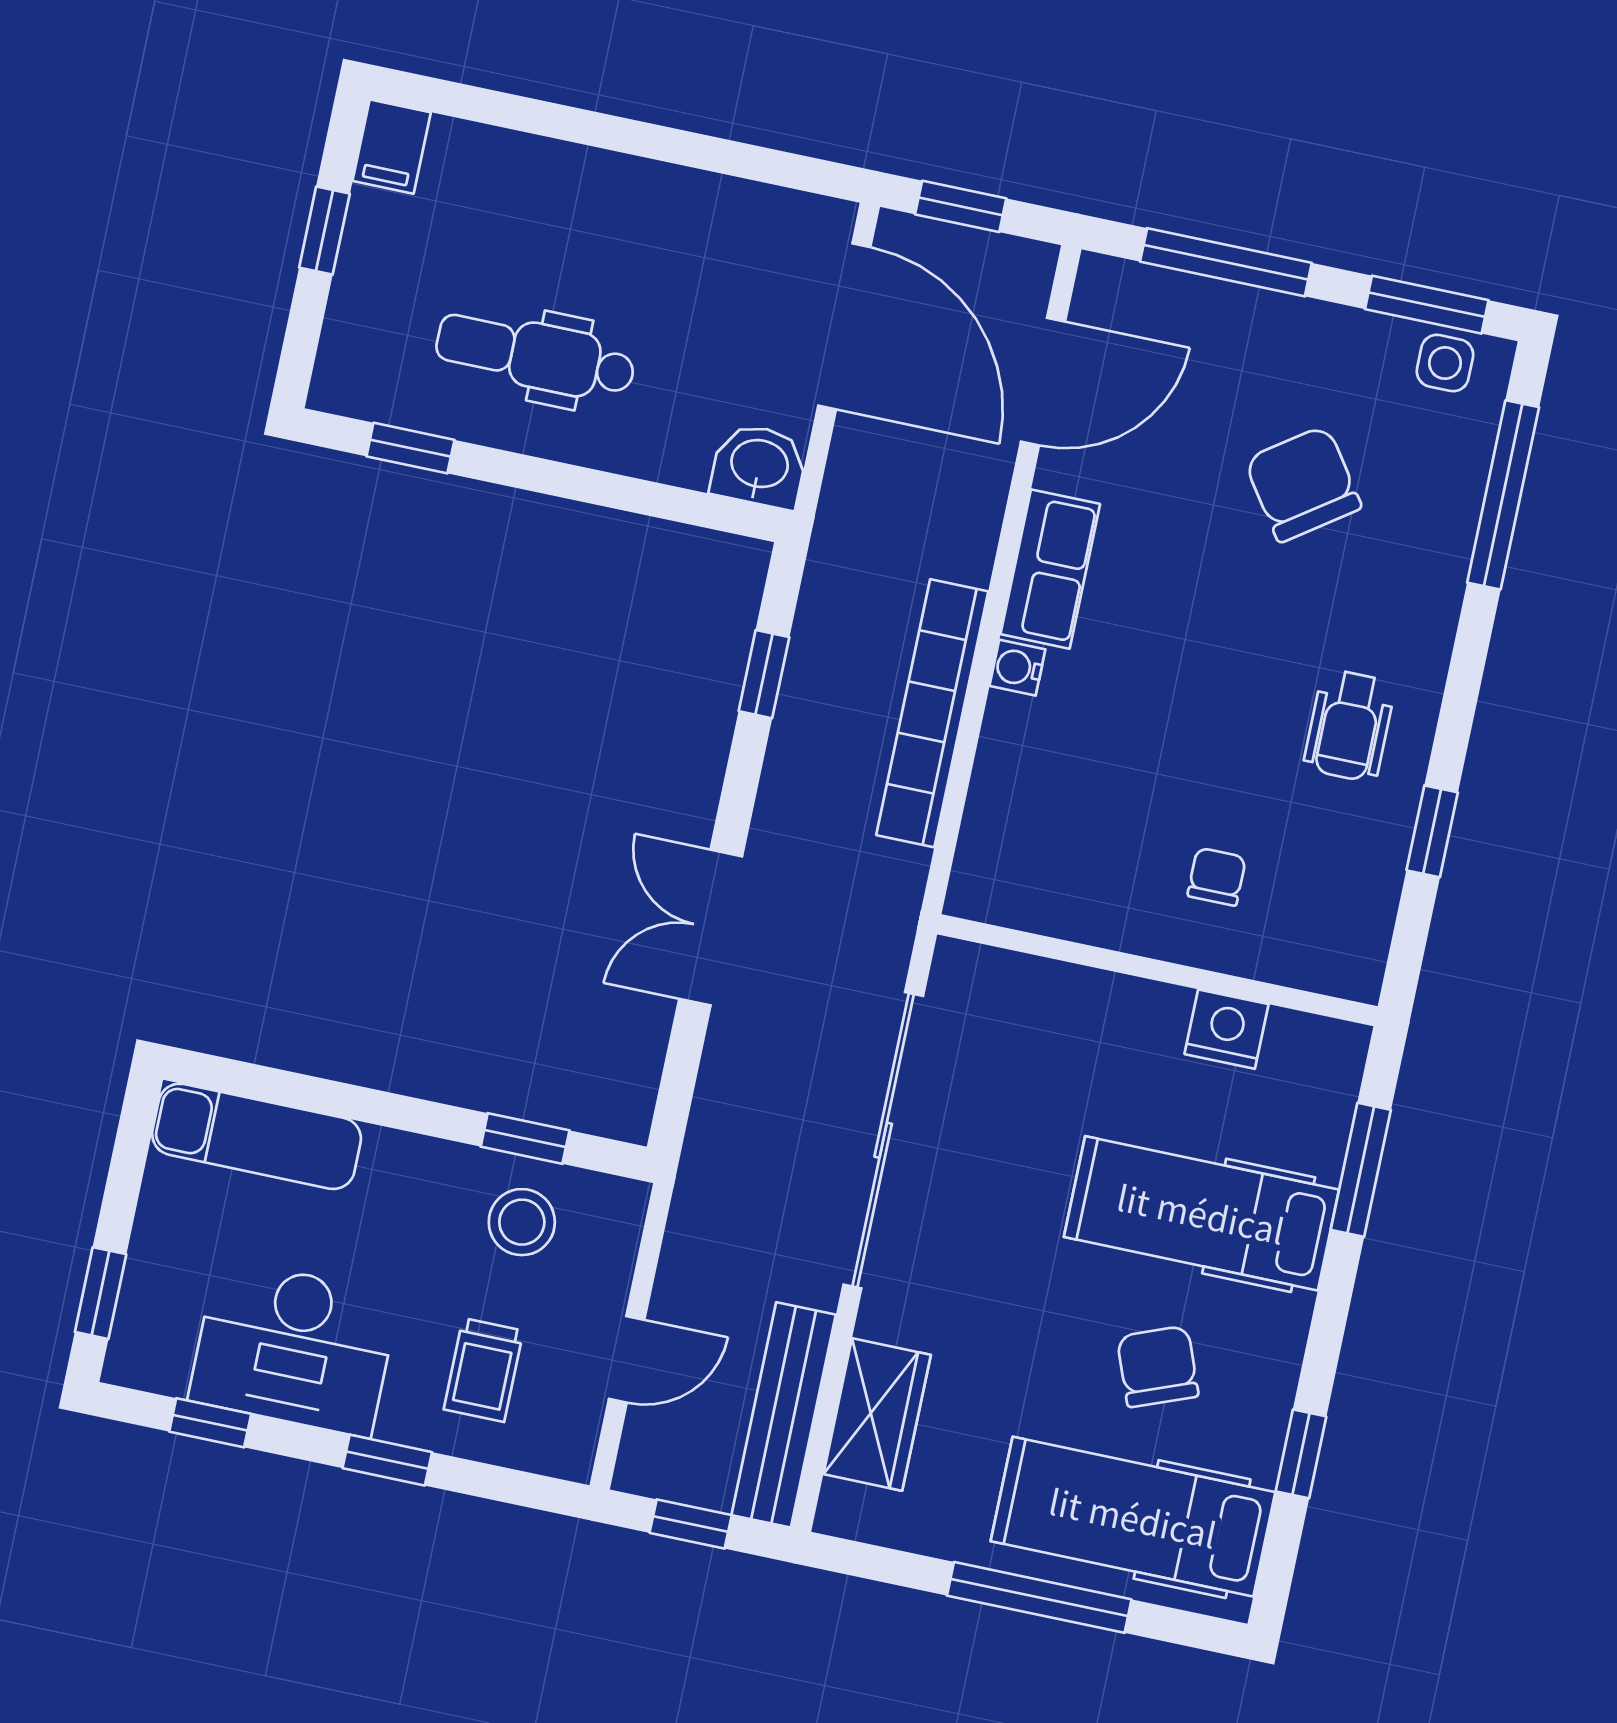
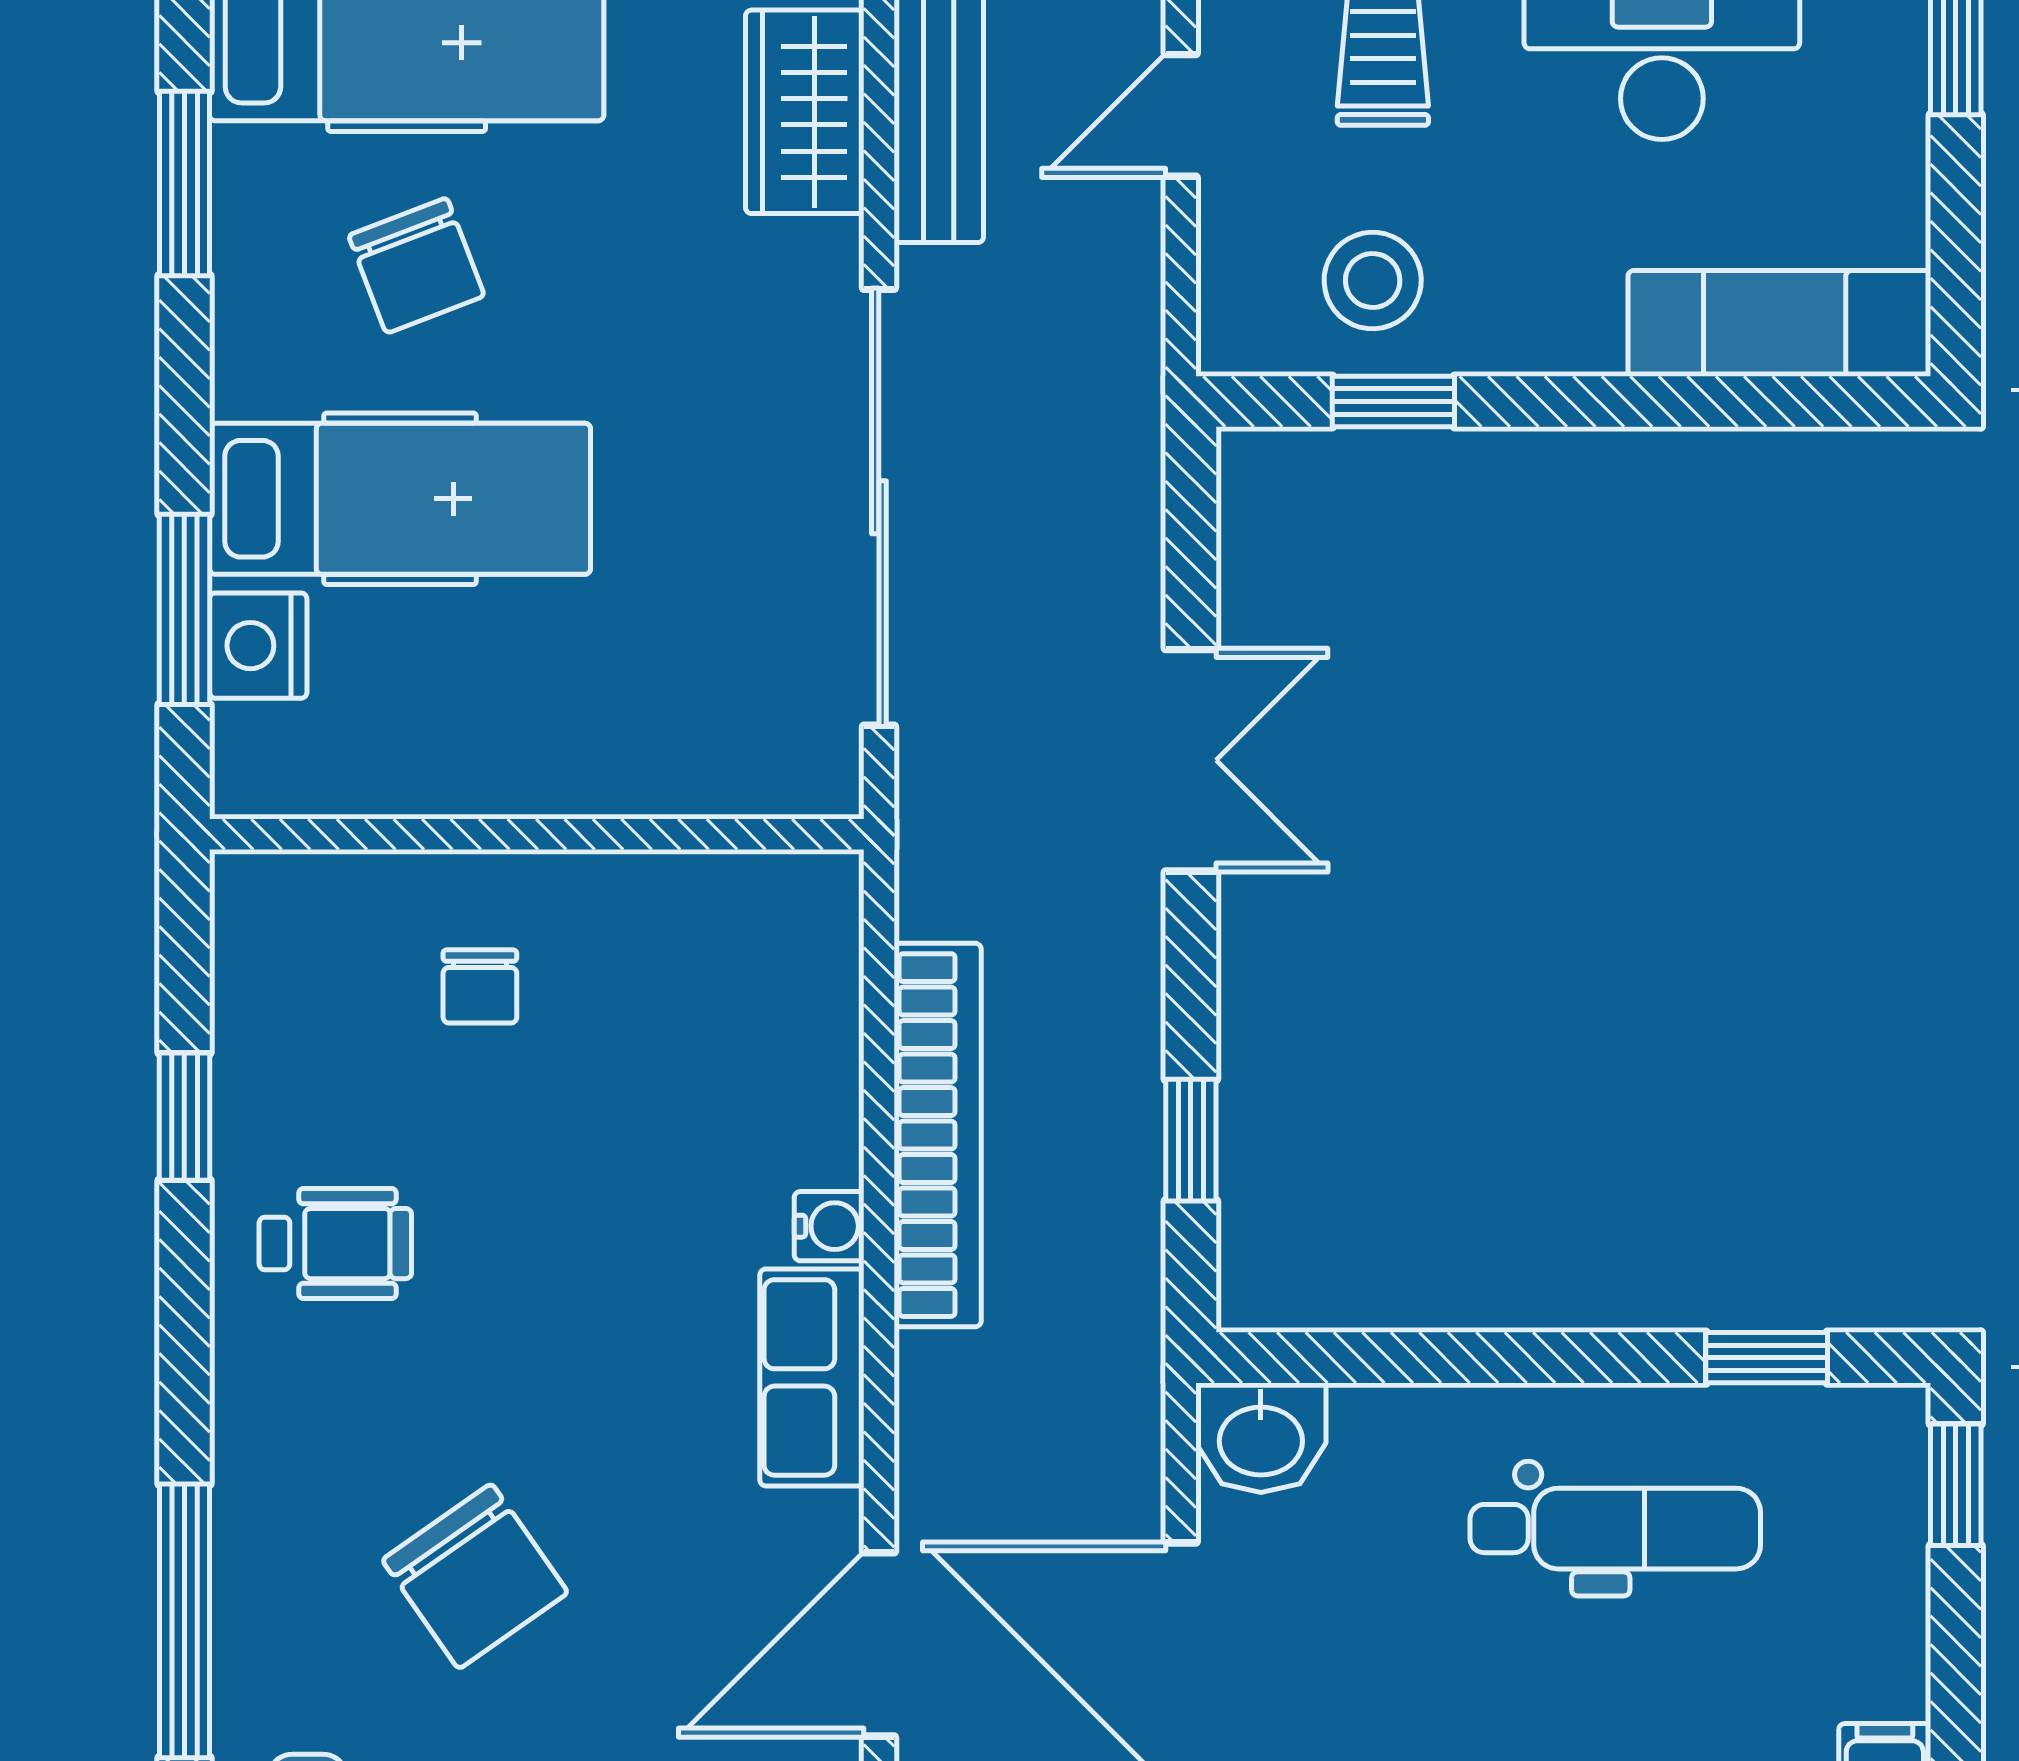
window: (324, 231) -> (1956, 1485), moved
wheelchair: (1349, 725) -> (335, 1244), turned 90
nightstand: (1226, 1029) -> (258, 646), moved, turned 90
window: (1301, 1454) -> (184, 183), width x1.50

